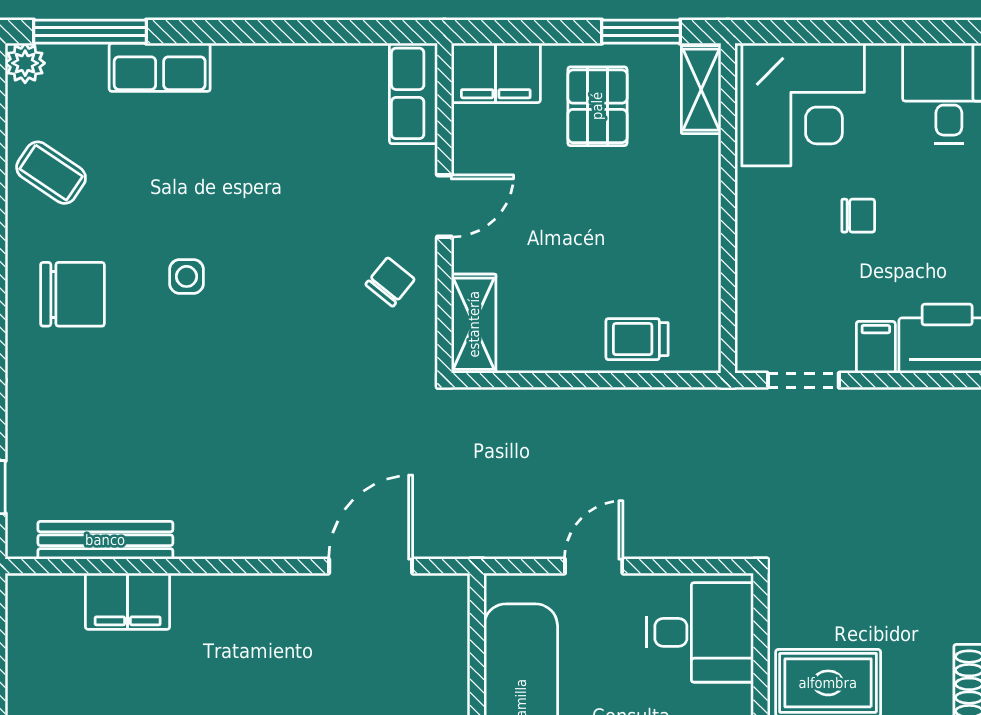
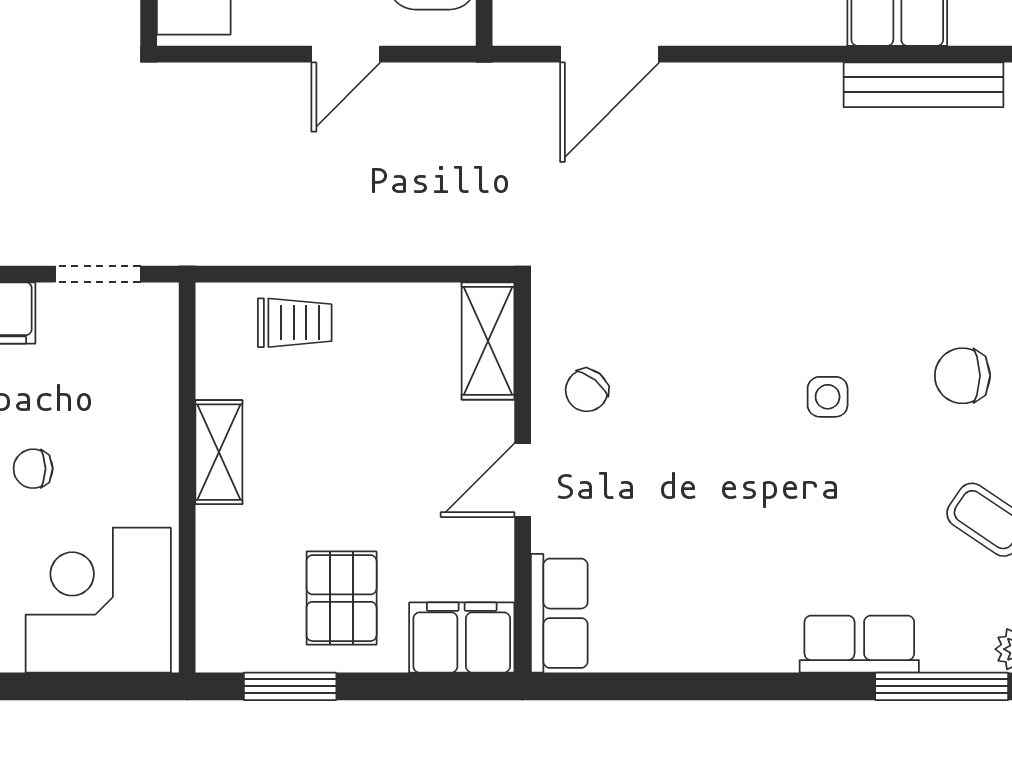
shelving: (701, 90) -> (219, 452), moved
chair: (72, 294) -> (962, 376), width x0.73, depth x0.73

